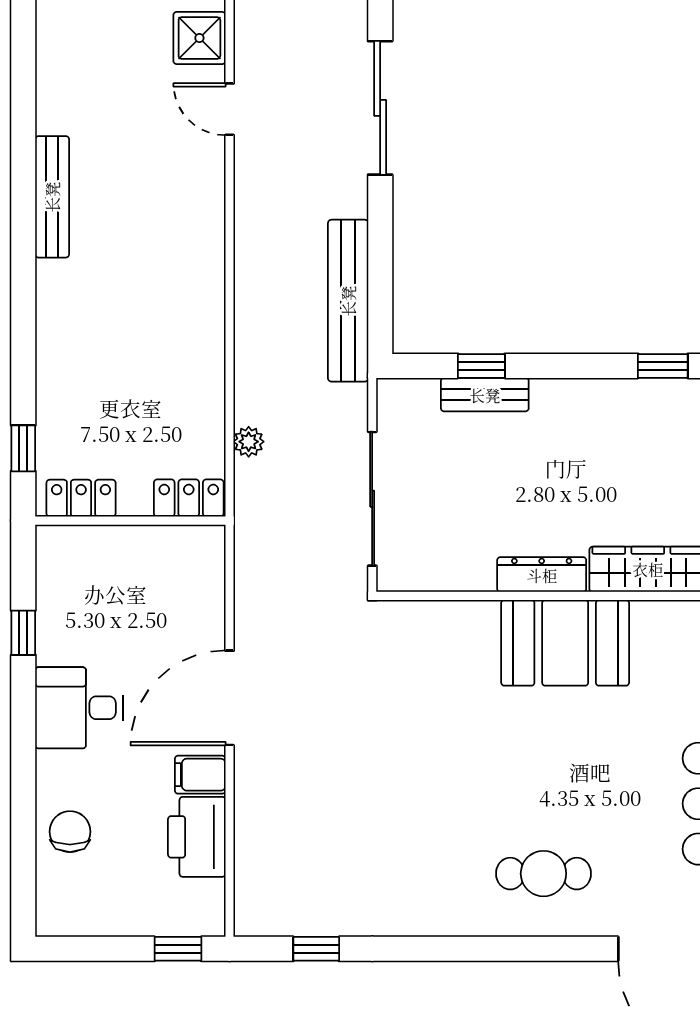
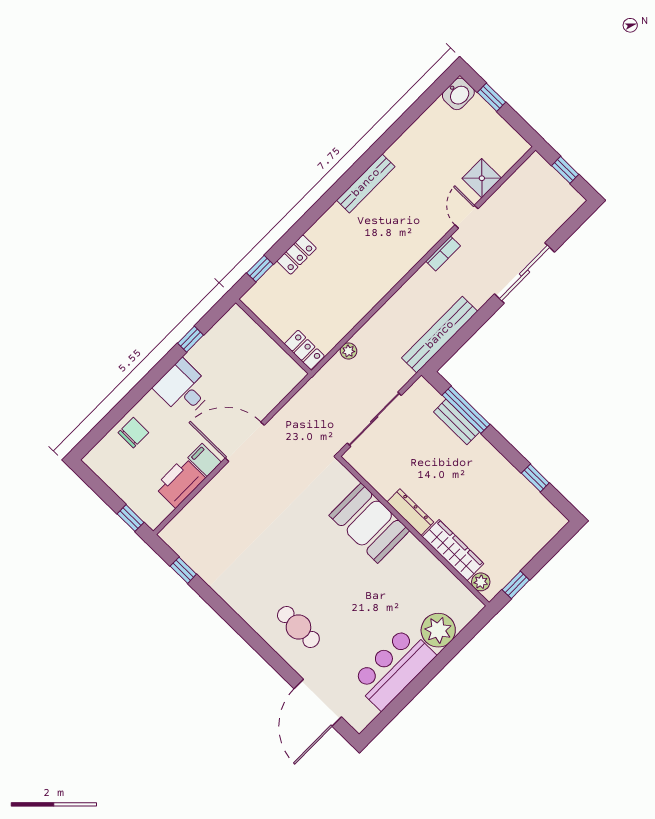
bookcase: (247, 189) -> (443, 254), added
window: (481, 366) -> (466, 410), width x2.17
locker: (81, 498) -> (297, 255), moved, turned 90
booth: (565, 643) -> (369, 523), moved

